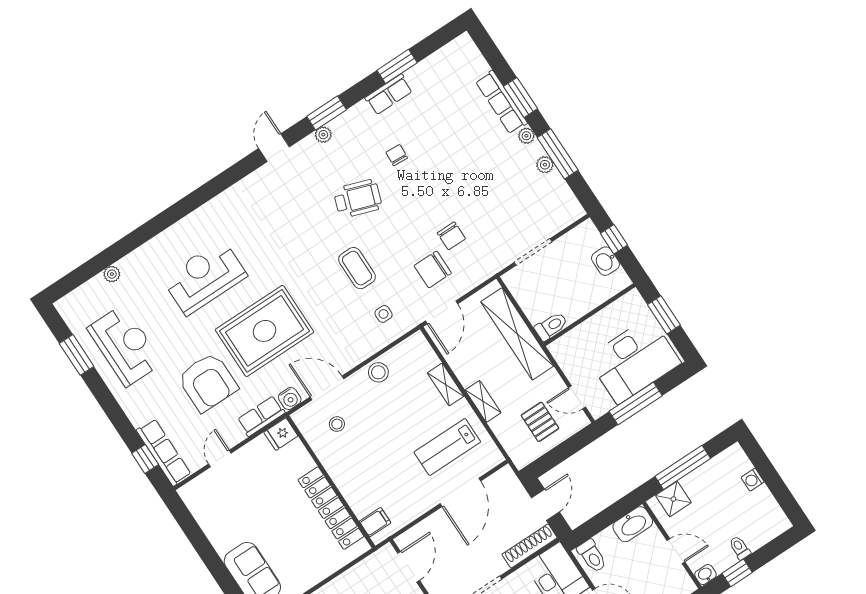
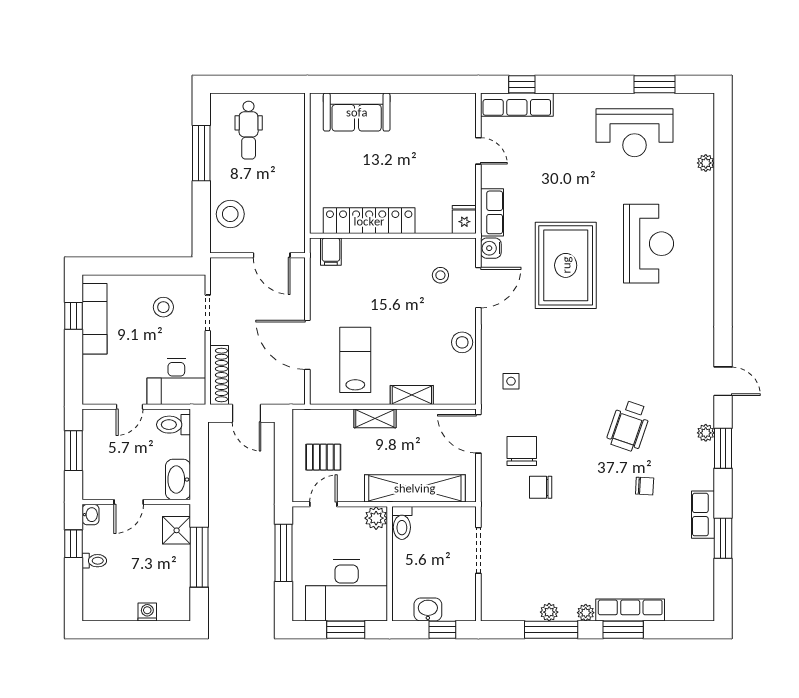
coffee table: (357, 268) -> (567, 384), removed
plant: (561, 349) -> (376, 518), added
desk: (634, 360) -> (347, 591), moved, turned -90
armchair: (208, 382) -> (553, 185), removed

